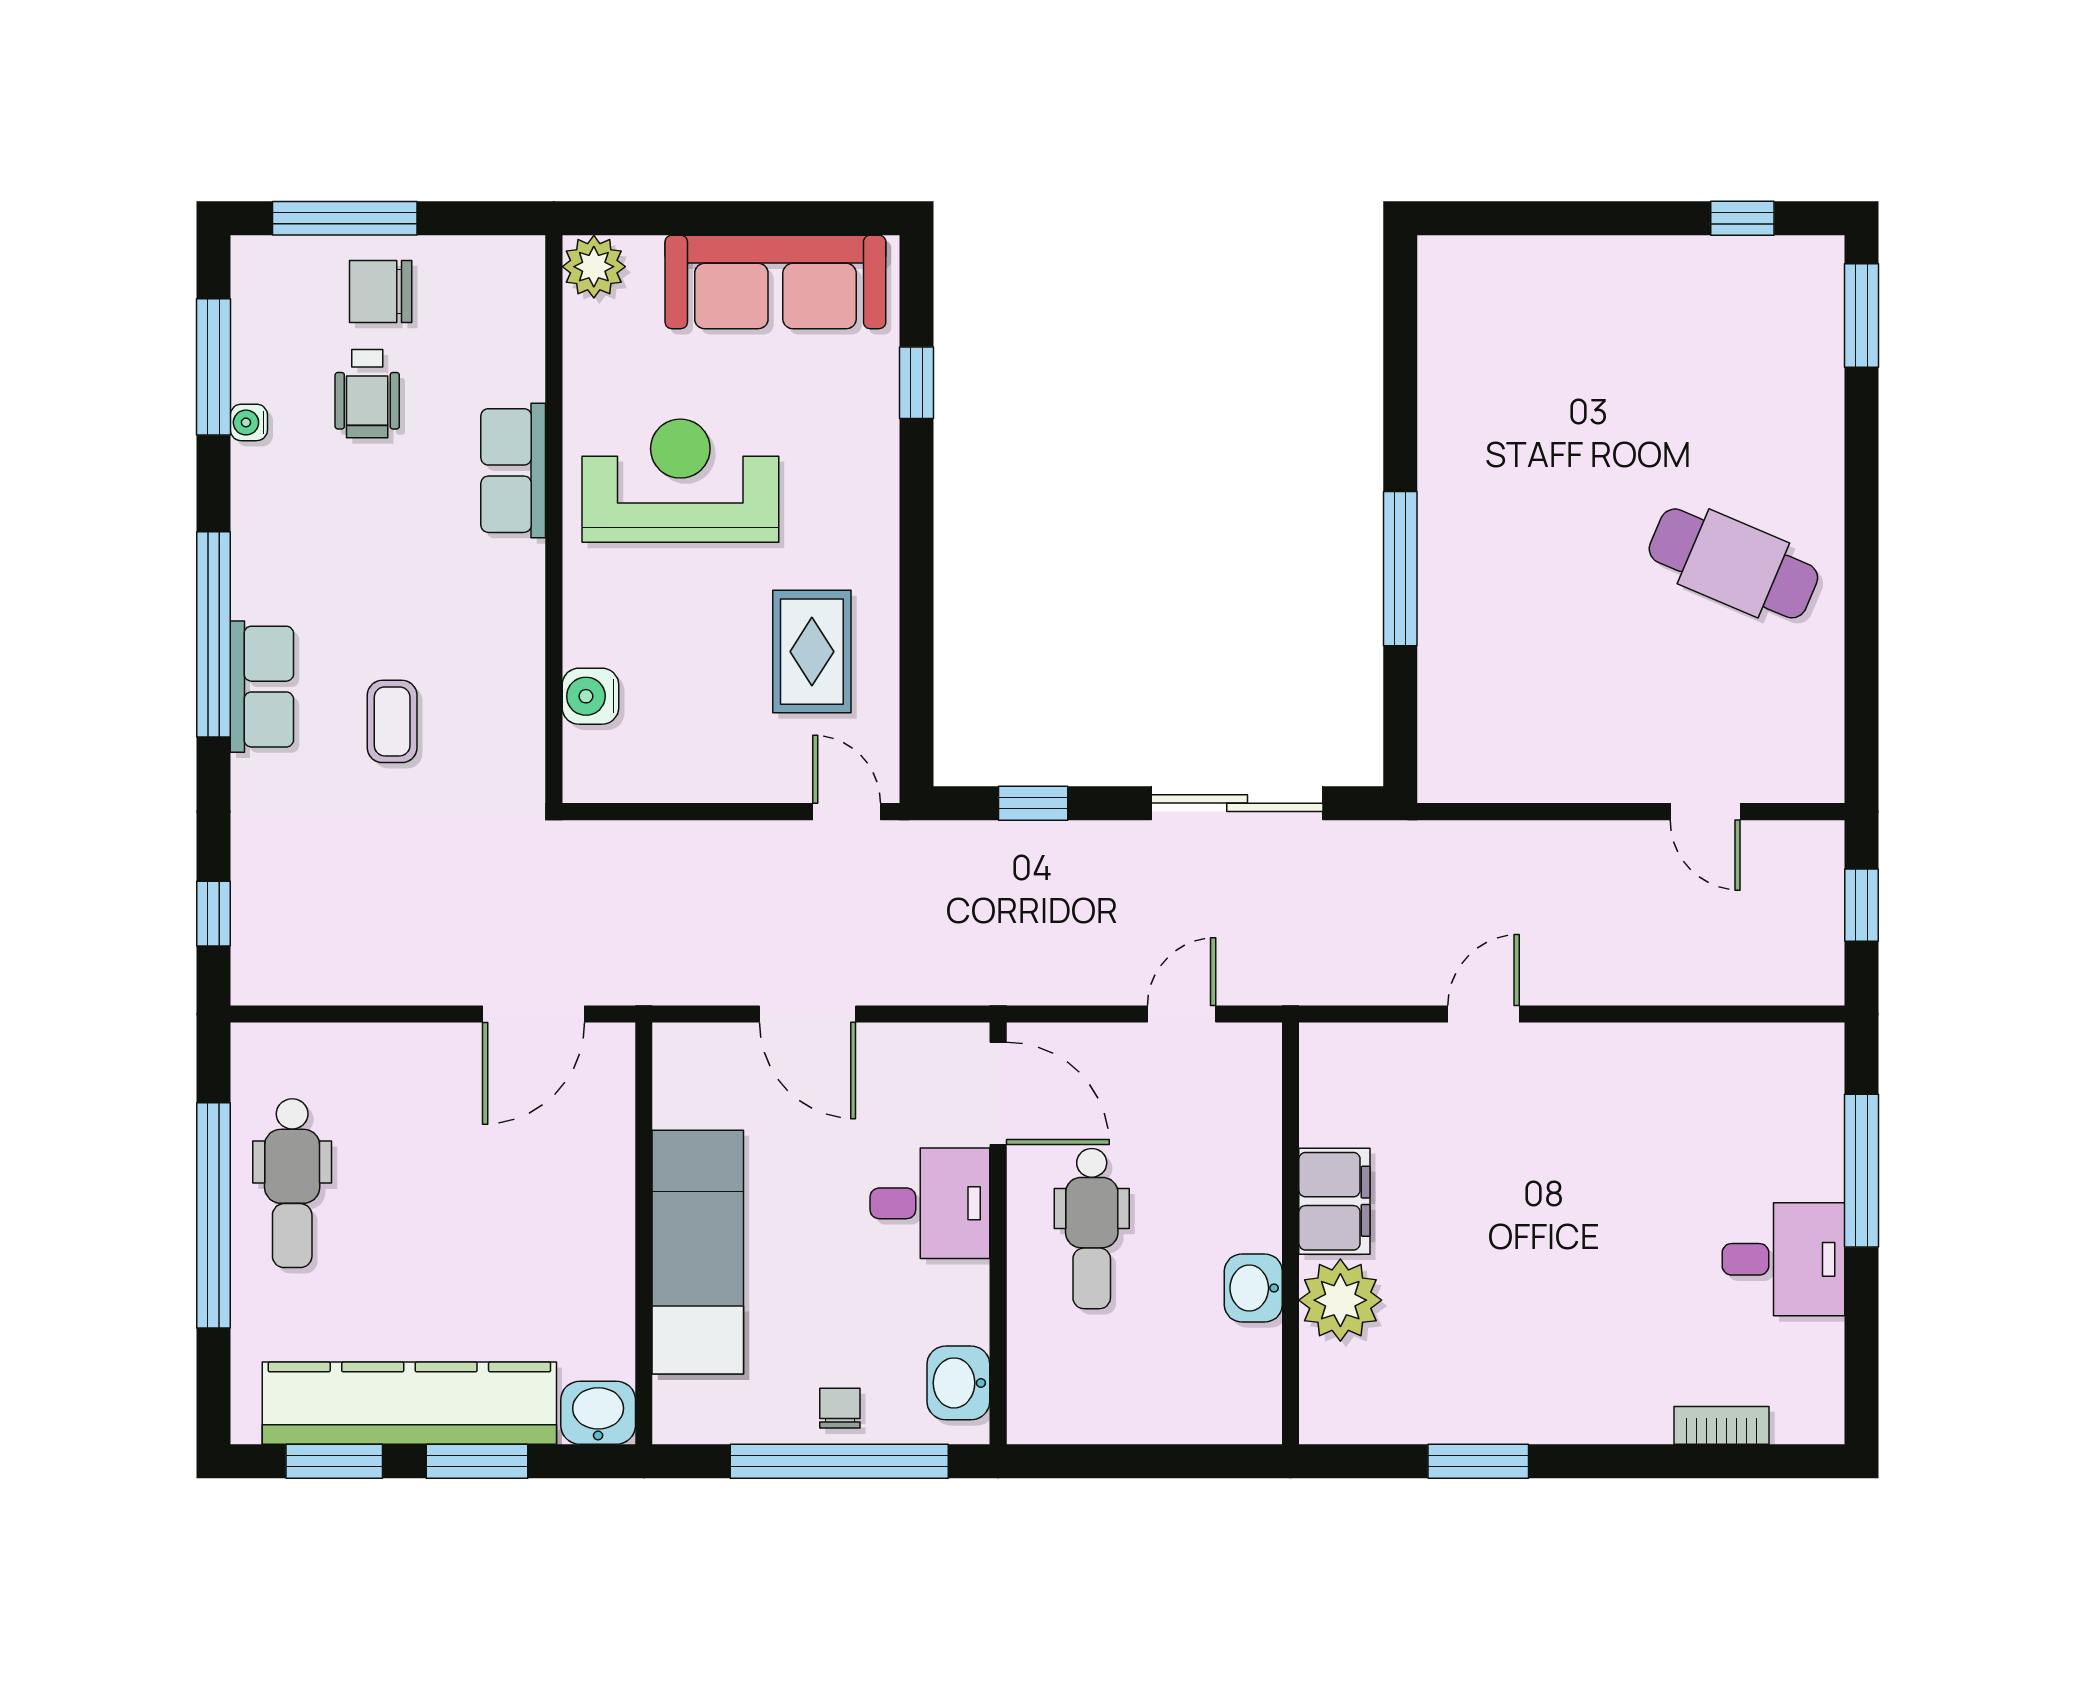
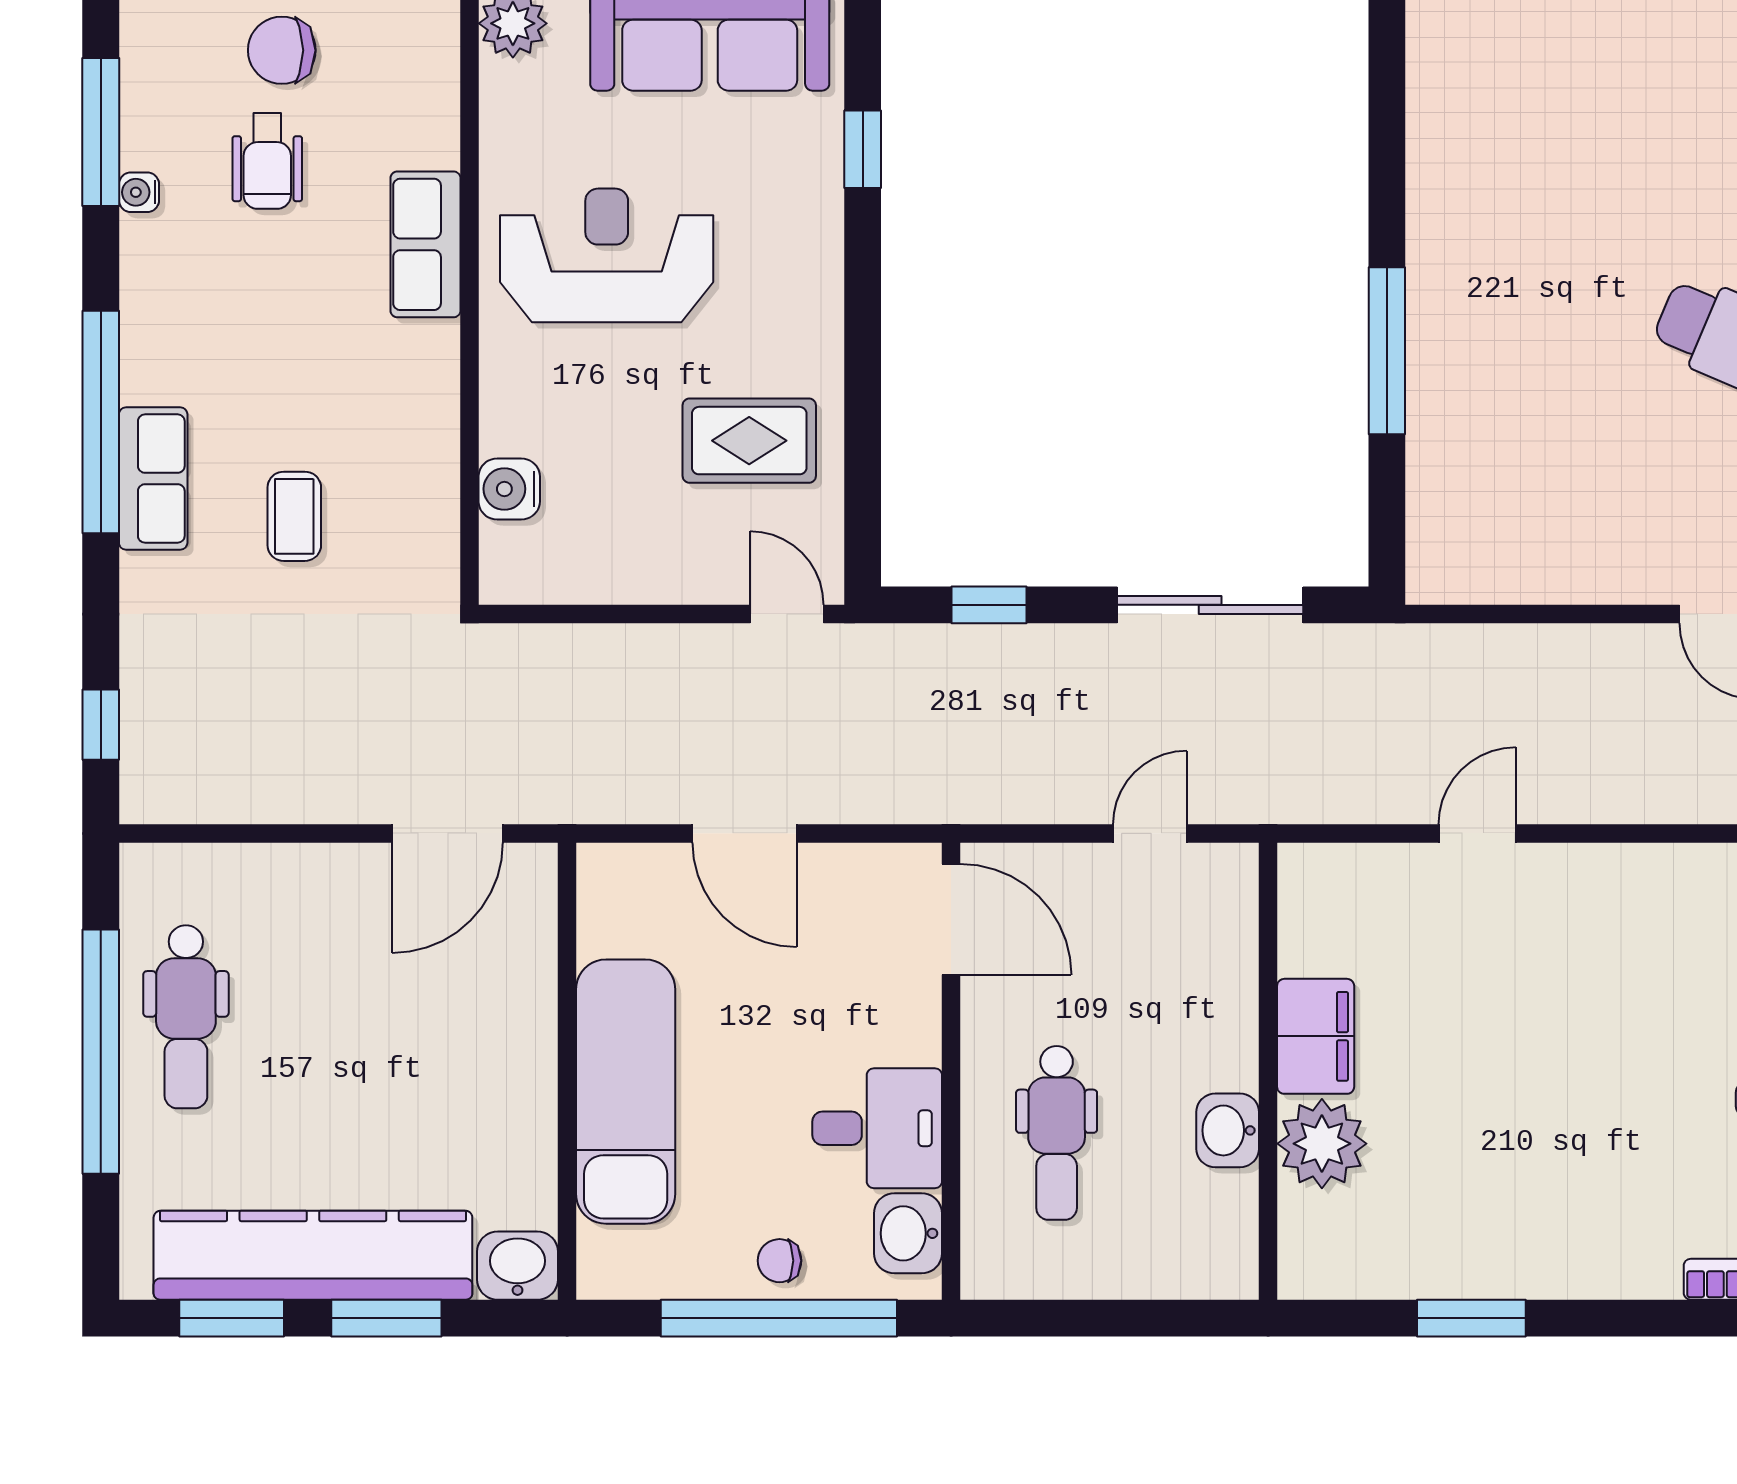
rug: (812, 652) -> (749, 441), turned 90
desk: (930, 1203) -> (877, 1128), moved
dental chair: (1092, 1229) -> (1057, 1133), moved
chair: (840, 1408) -> (780, 1261), turned -90

